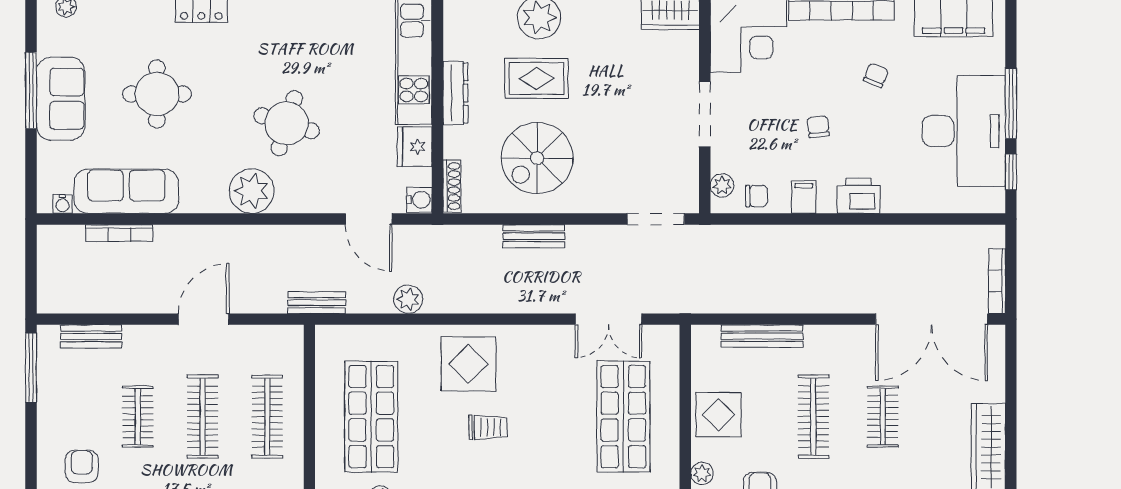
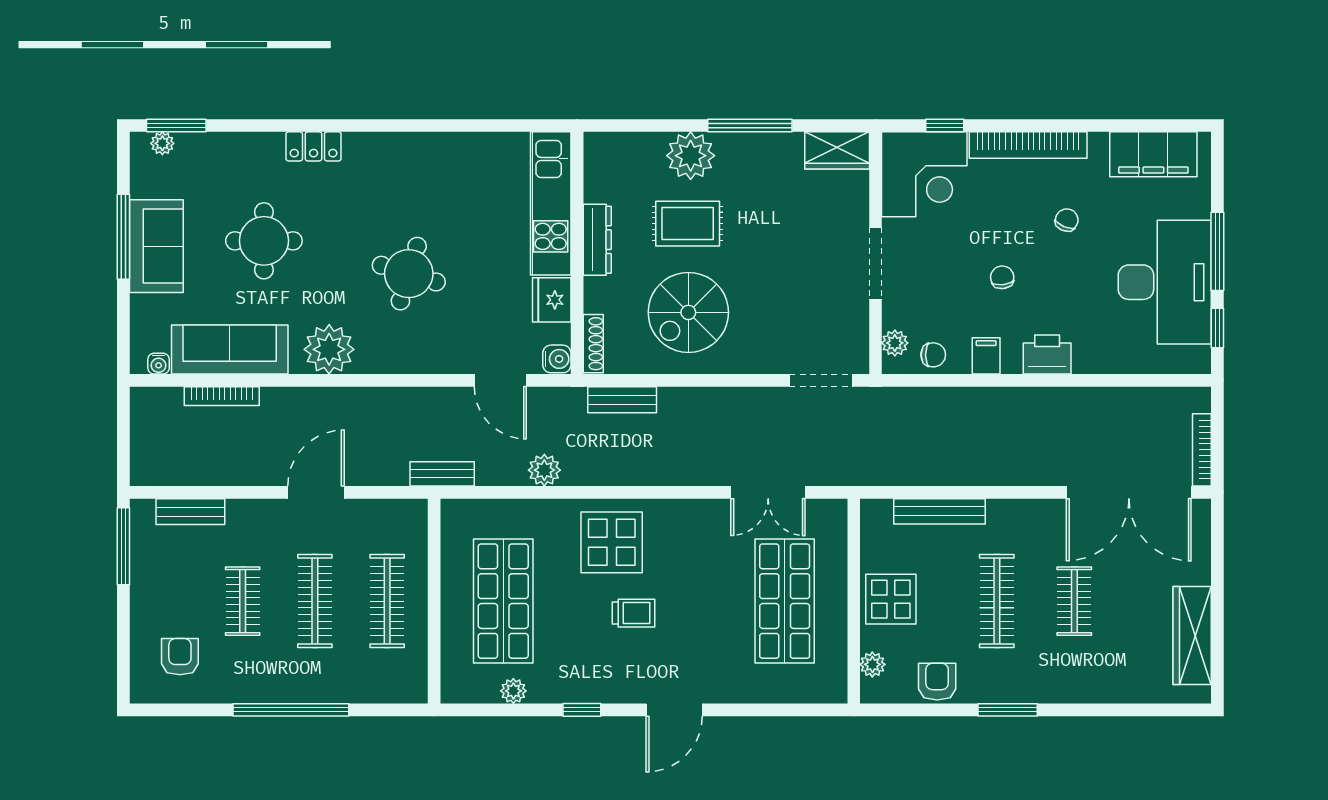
plant: (252, 191) -> (329, 349), moved
bench: (534, 236) -> (622, 400), moved

